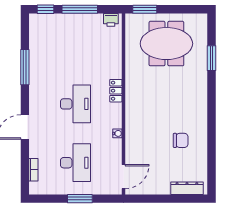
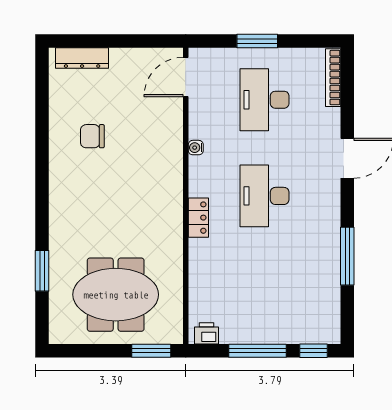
bookcase: (33, 170) -> (333, 78), width x1.56

